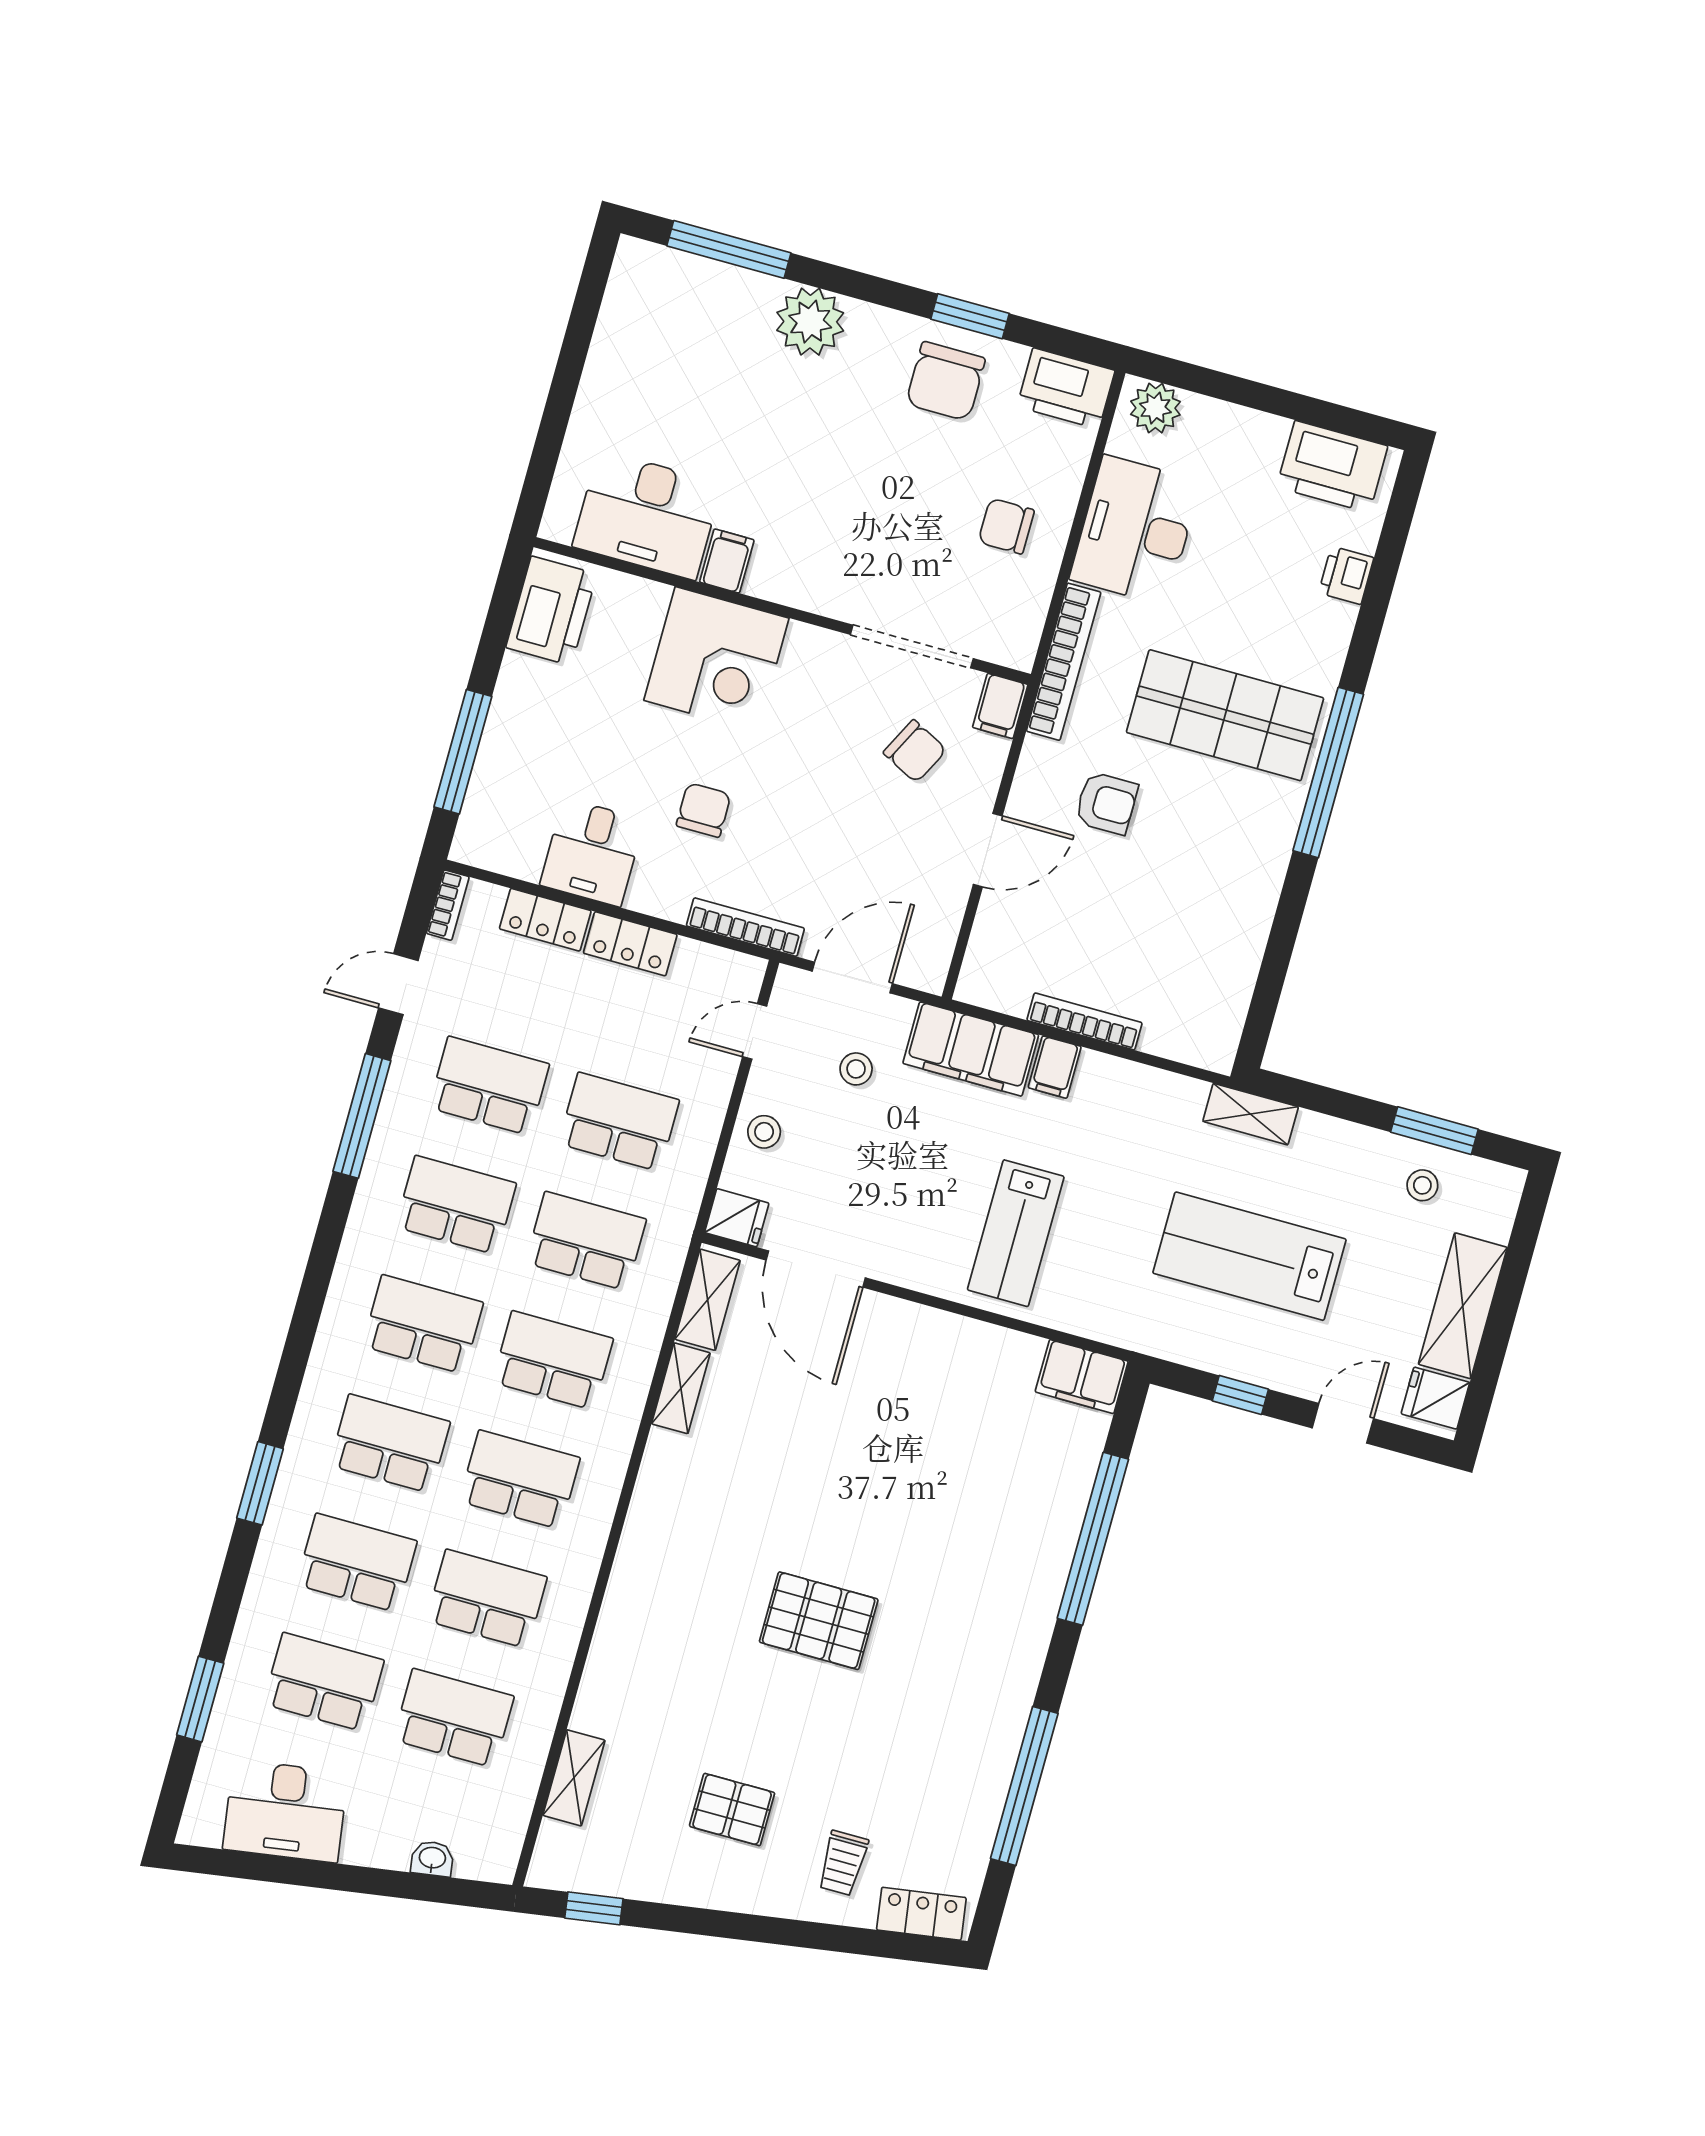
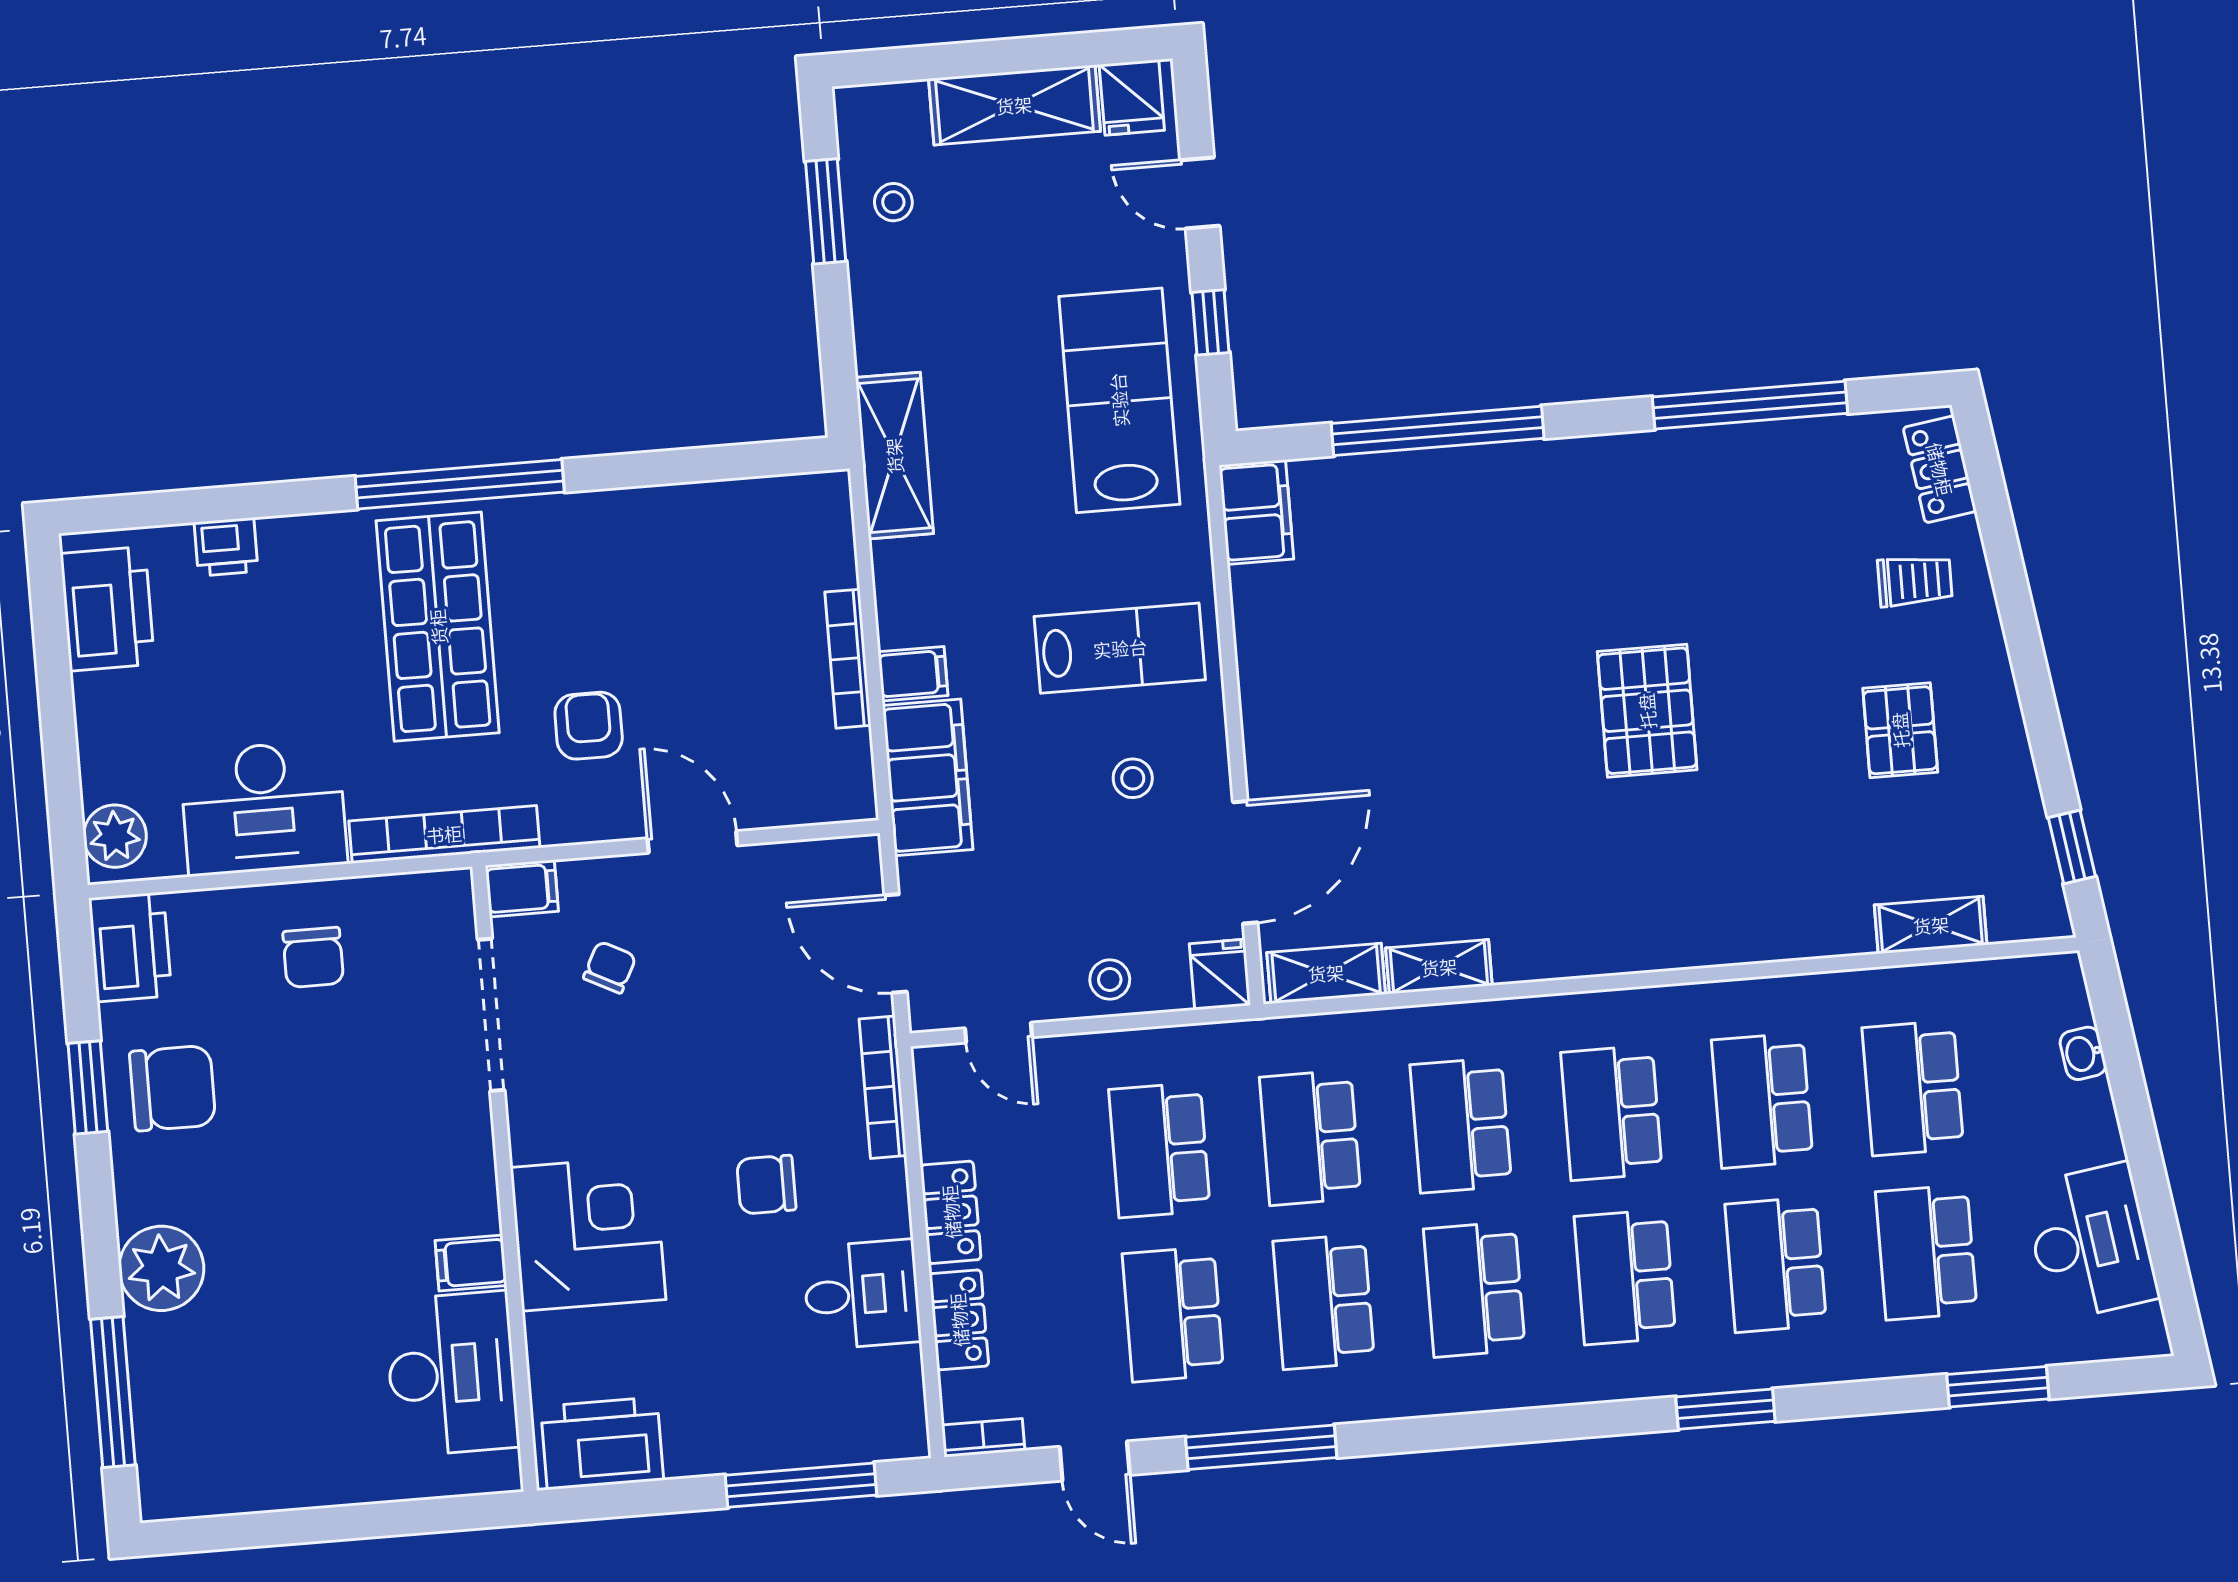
chair: (915, 751) -> (610, 967), width x0.73, depth x0.73
stool: (856, 1069) -> (1133, 778), moved
shelving: (1251, 1114) -> (894, 456), width x1.50, depth x1.33
lab bench: (1250, 1256) -> (1119, 400), moved, turned 180

